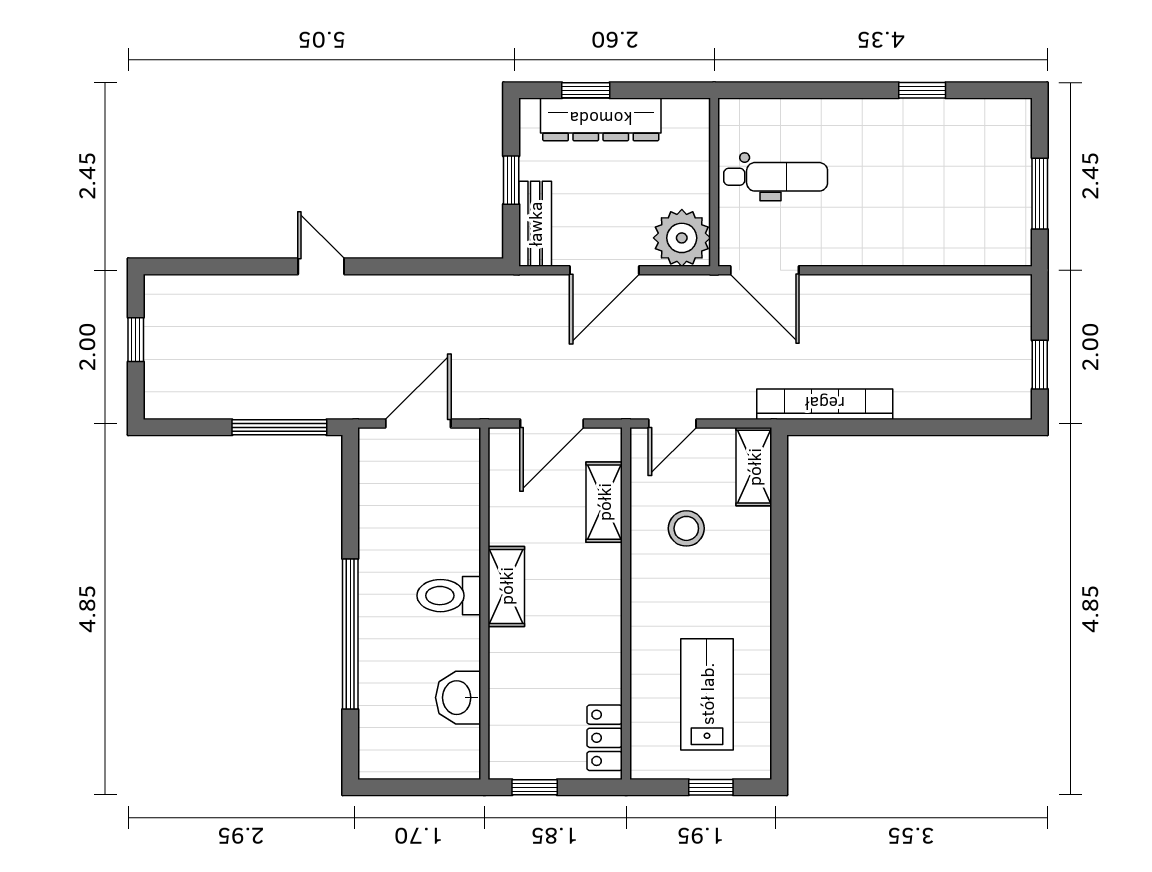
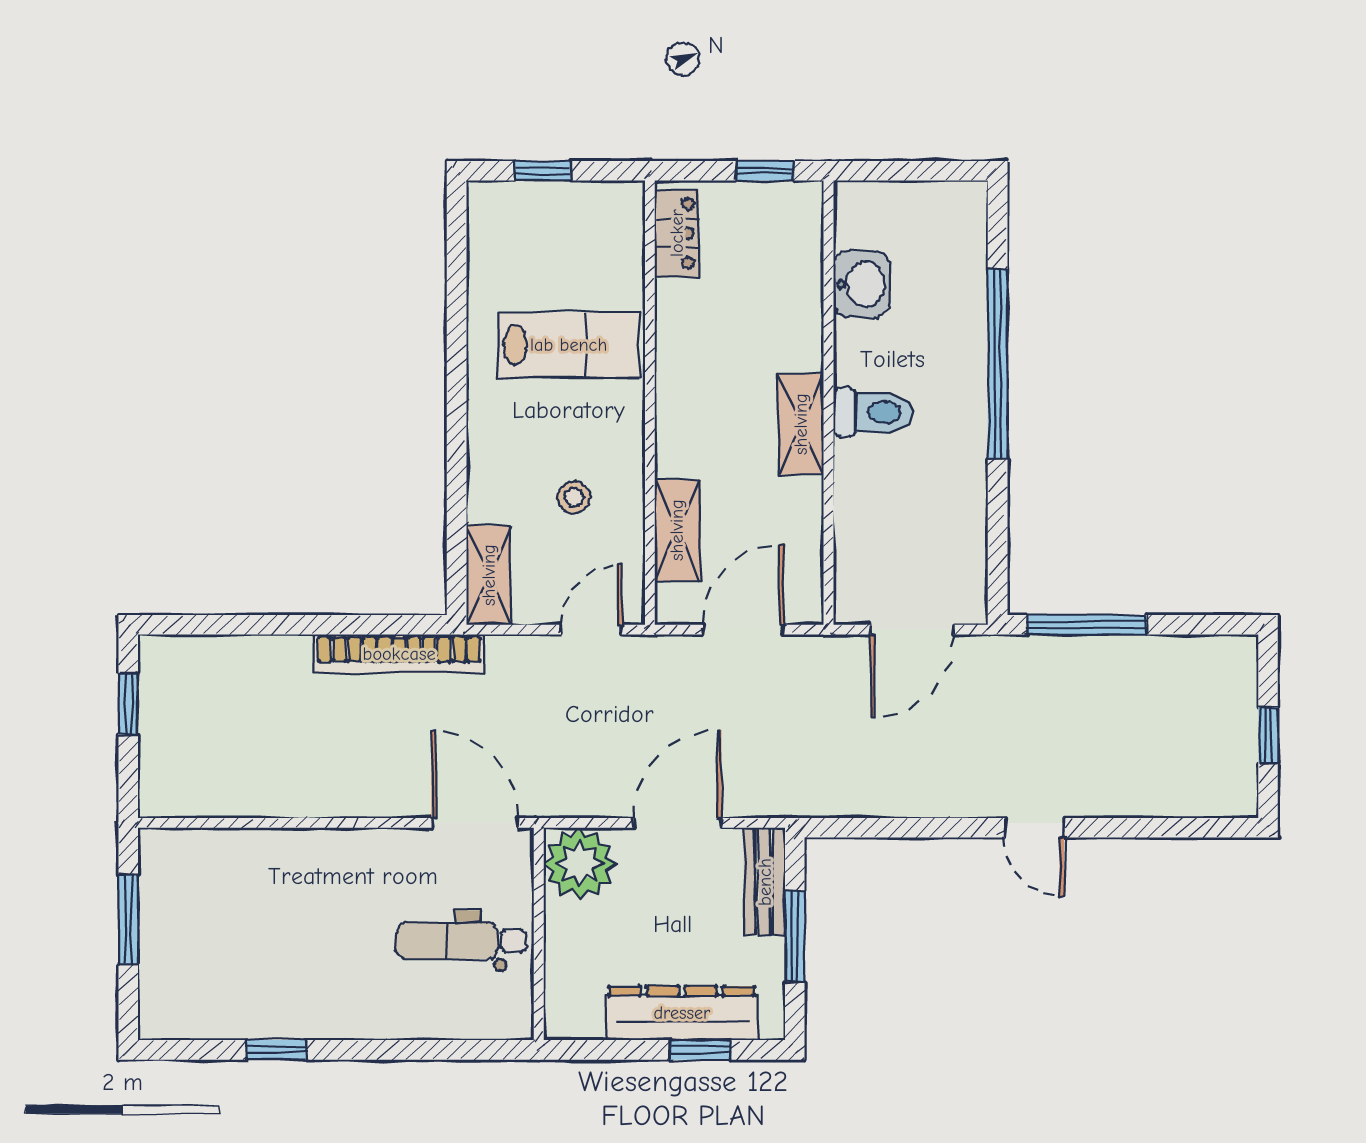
window: (511, 180) -> (795, 937), width x1.50
stool: (686, 528) -> (574, 497), width x0.73, depth x0.73
lab bench: (707, 694) -> (569, 345), moved, turned -90

